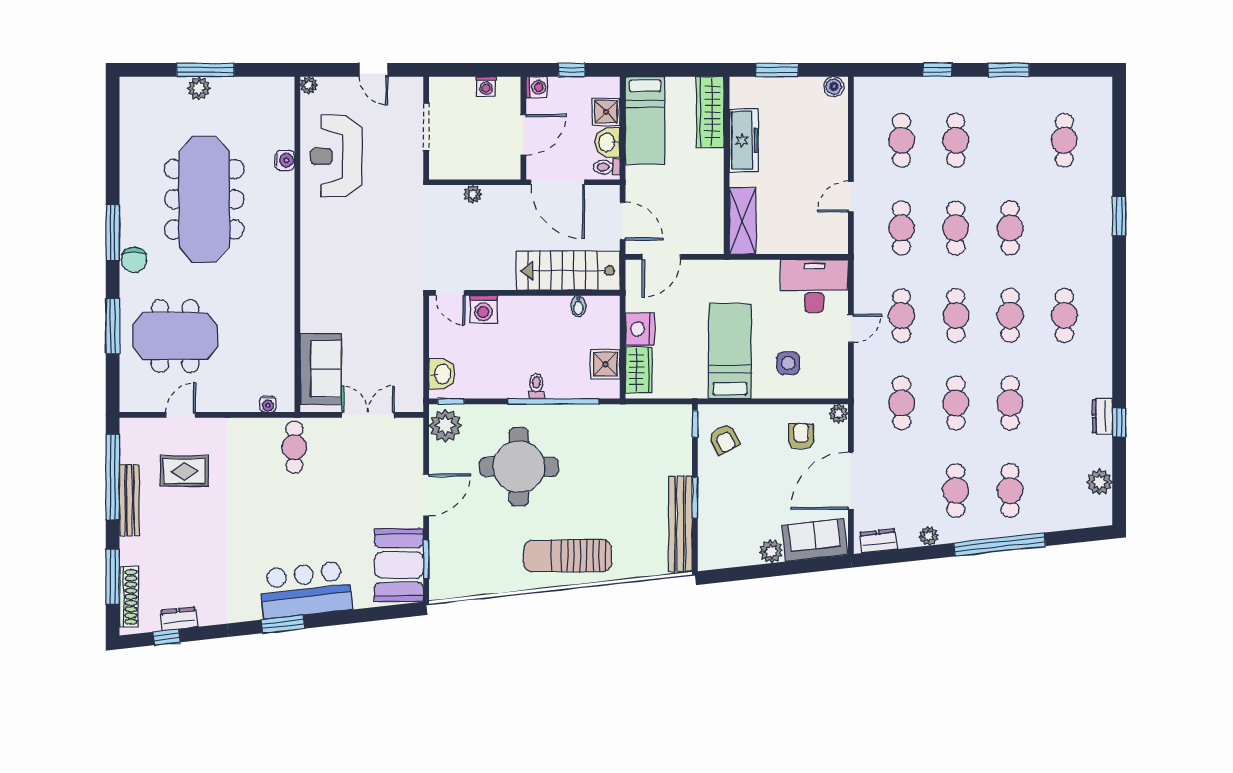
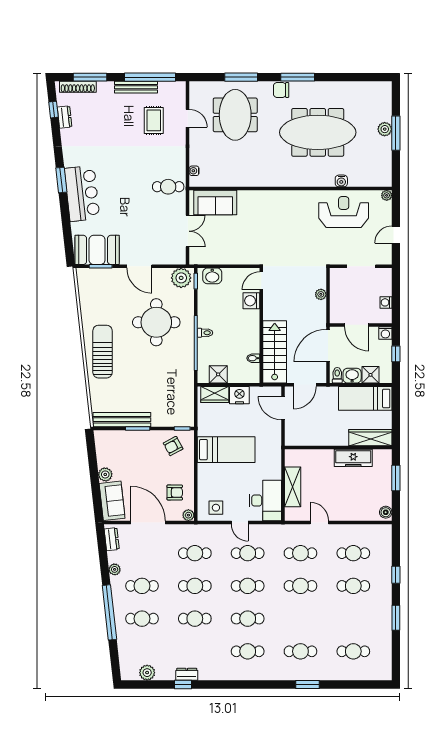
shelving: (743, 221) -> (293, 487), moved, turned 90
cafe table: (1010, 228) -> (300, 651), moved
side table: (788, 363) -> (216, 508), moved

